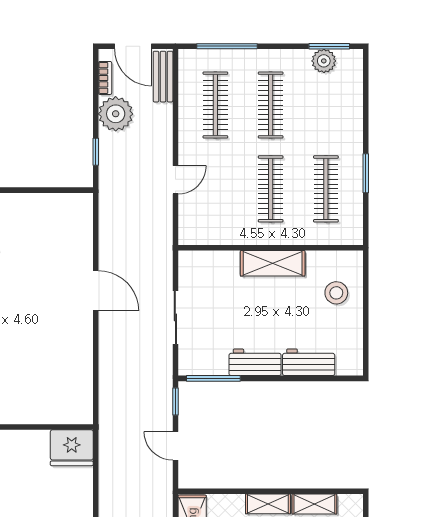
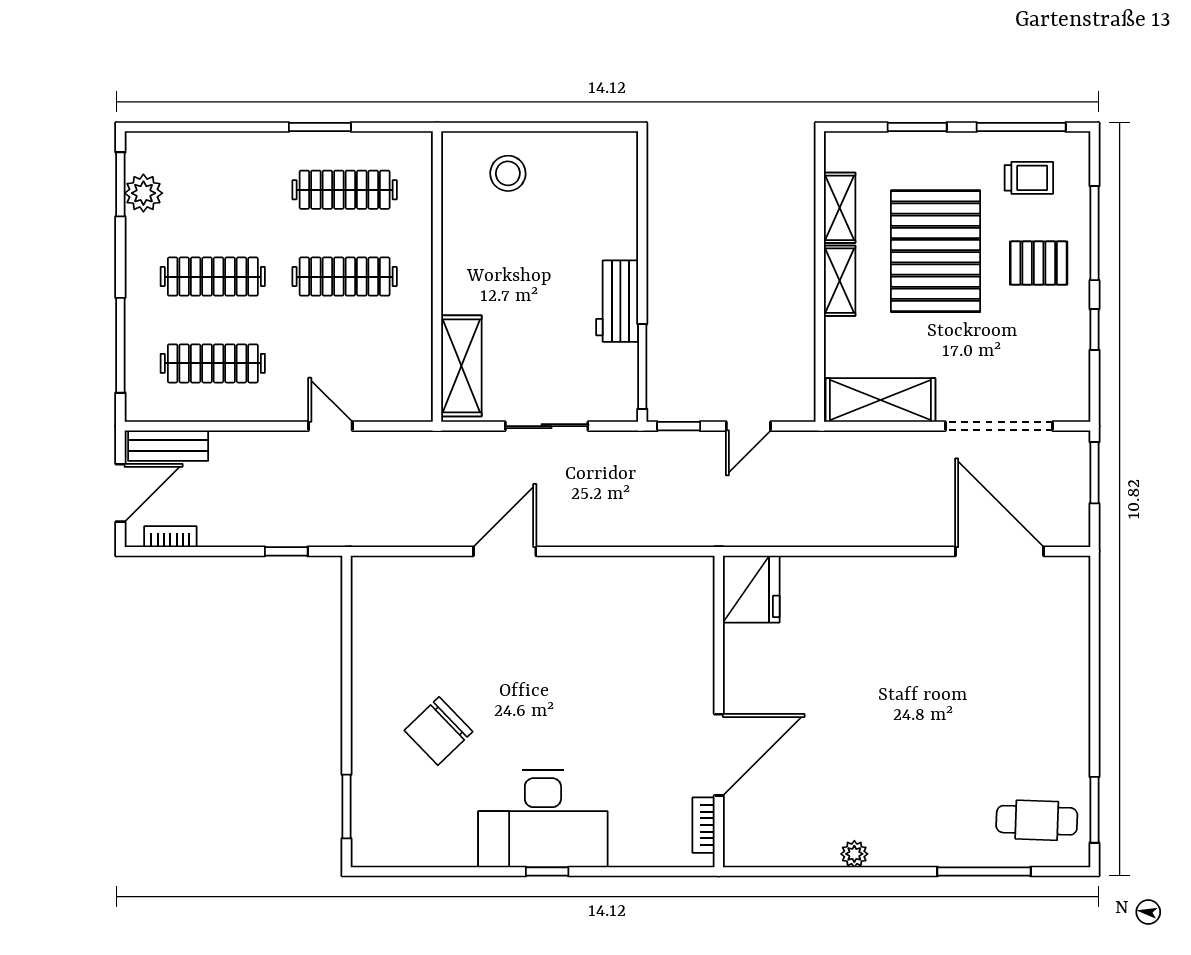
plant: (116, 114) -> (227, 520), removed
shelving: (273, 263) -> (461, 366), moved
workbench: (309, 362) -> (617, 217), removed

